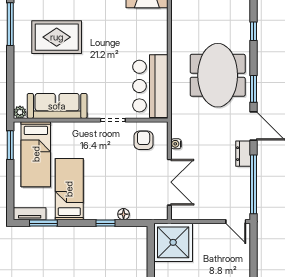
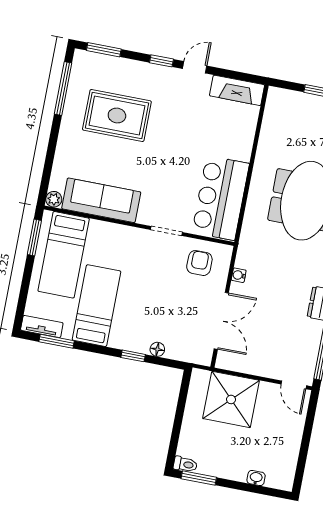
shower: (173, 242) -> (231, 399), moved

